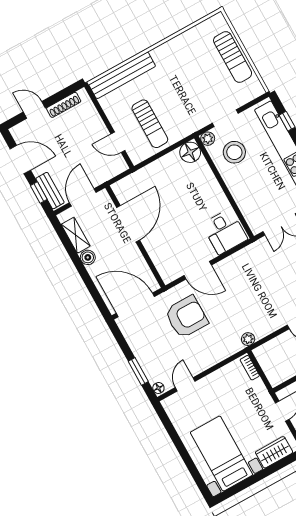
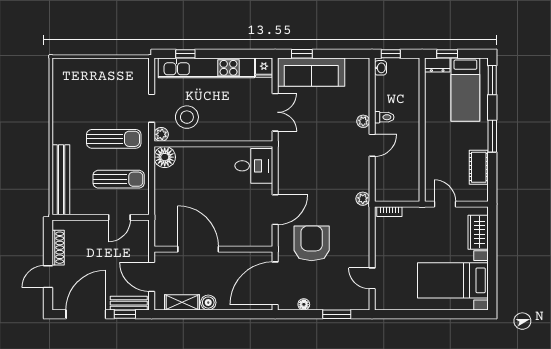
sun lounger: (233, 57) -> (114, 139), moved
door: (20, 160) -> (86, 314), width x1.36
floor lamp: (158, 388) -> (304, 304), moved

